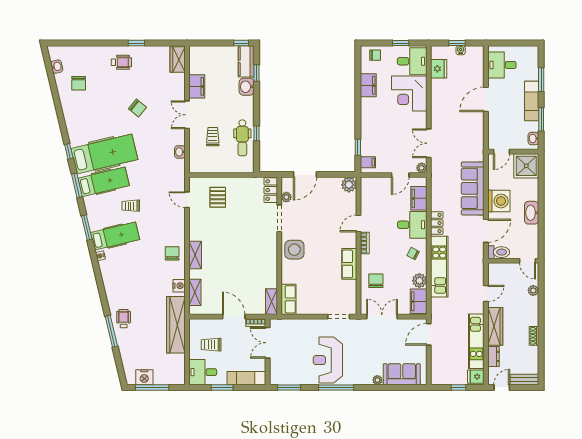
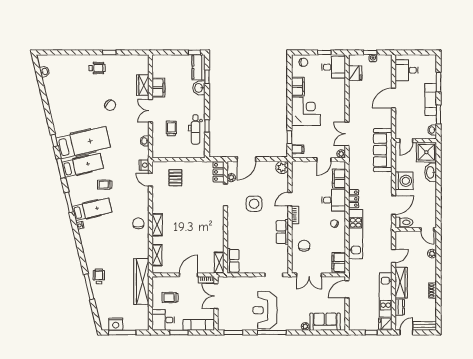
wardrobe: (178, 59) -> (143, 85), moved
chair: (79, 83) -> (62, 85), removed
corner desk: (409, 93) -> (306, 111), moved, turned 180
sofa: (473, 188) -> (383, 150), moved
washbasin: (532, 213) -> (431, 172), moved
side table: (294, 250) -> (254, 204), moved
plant: (419, 281) -> (340, 246), removed
nightstand: (179, 286) -> (144, 165), moved
door: (234, 317) -> (188, 275), hinge flipped
double door: (382, 317) -> (309, 275), swing flipped

